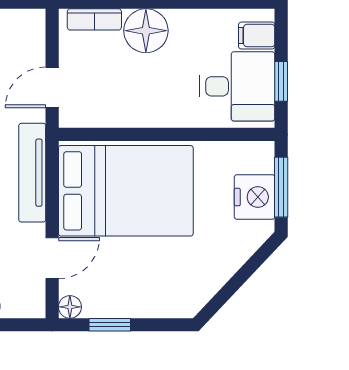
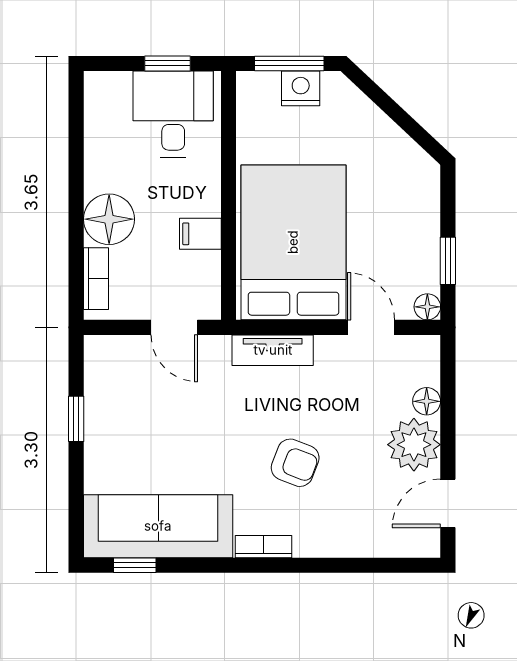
filing cabinet: (257, 36) -> (200, 234), moved, turned 90
tv unit: (32, 173) -> (273, 350), width x0.71
nightstand: (255, 197) -> (301, 88), width x0.74, depth x0.75

